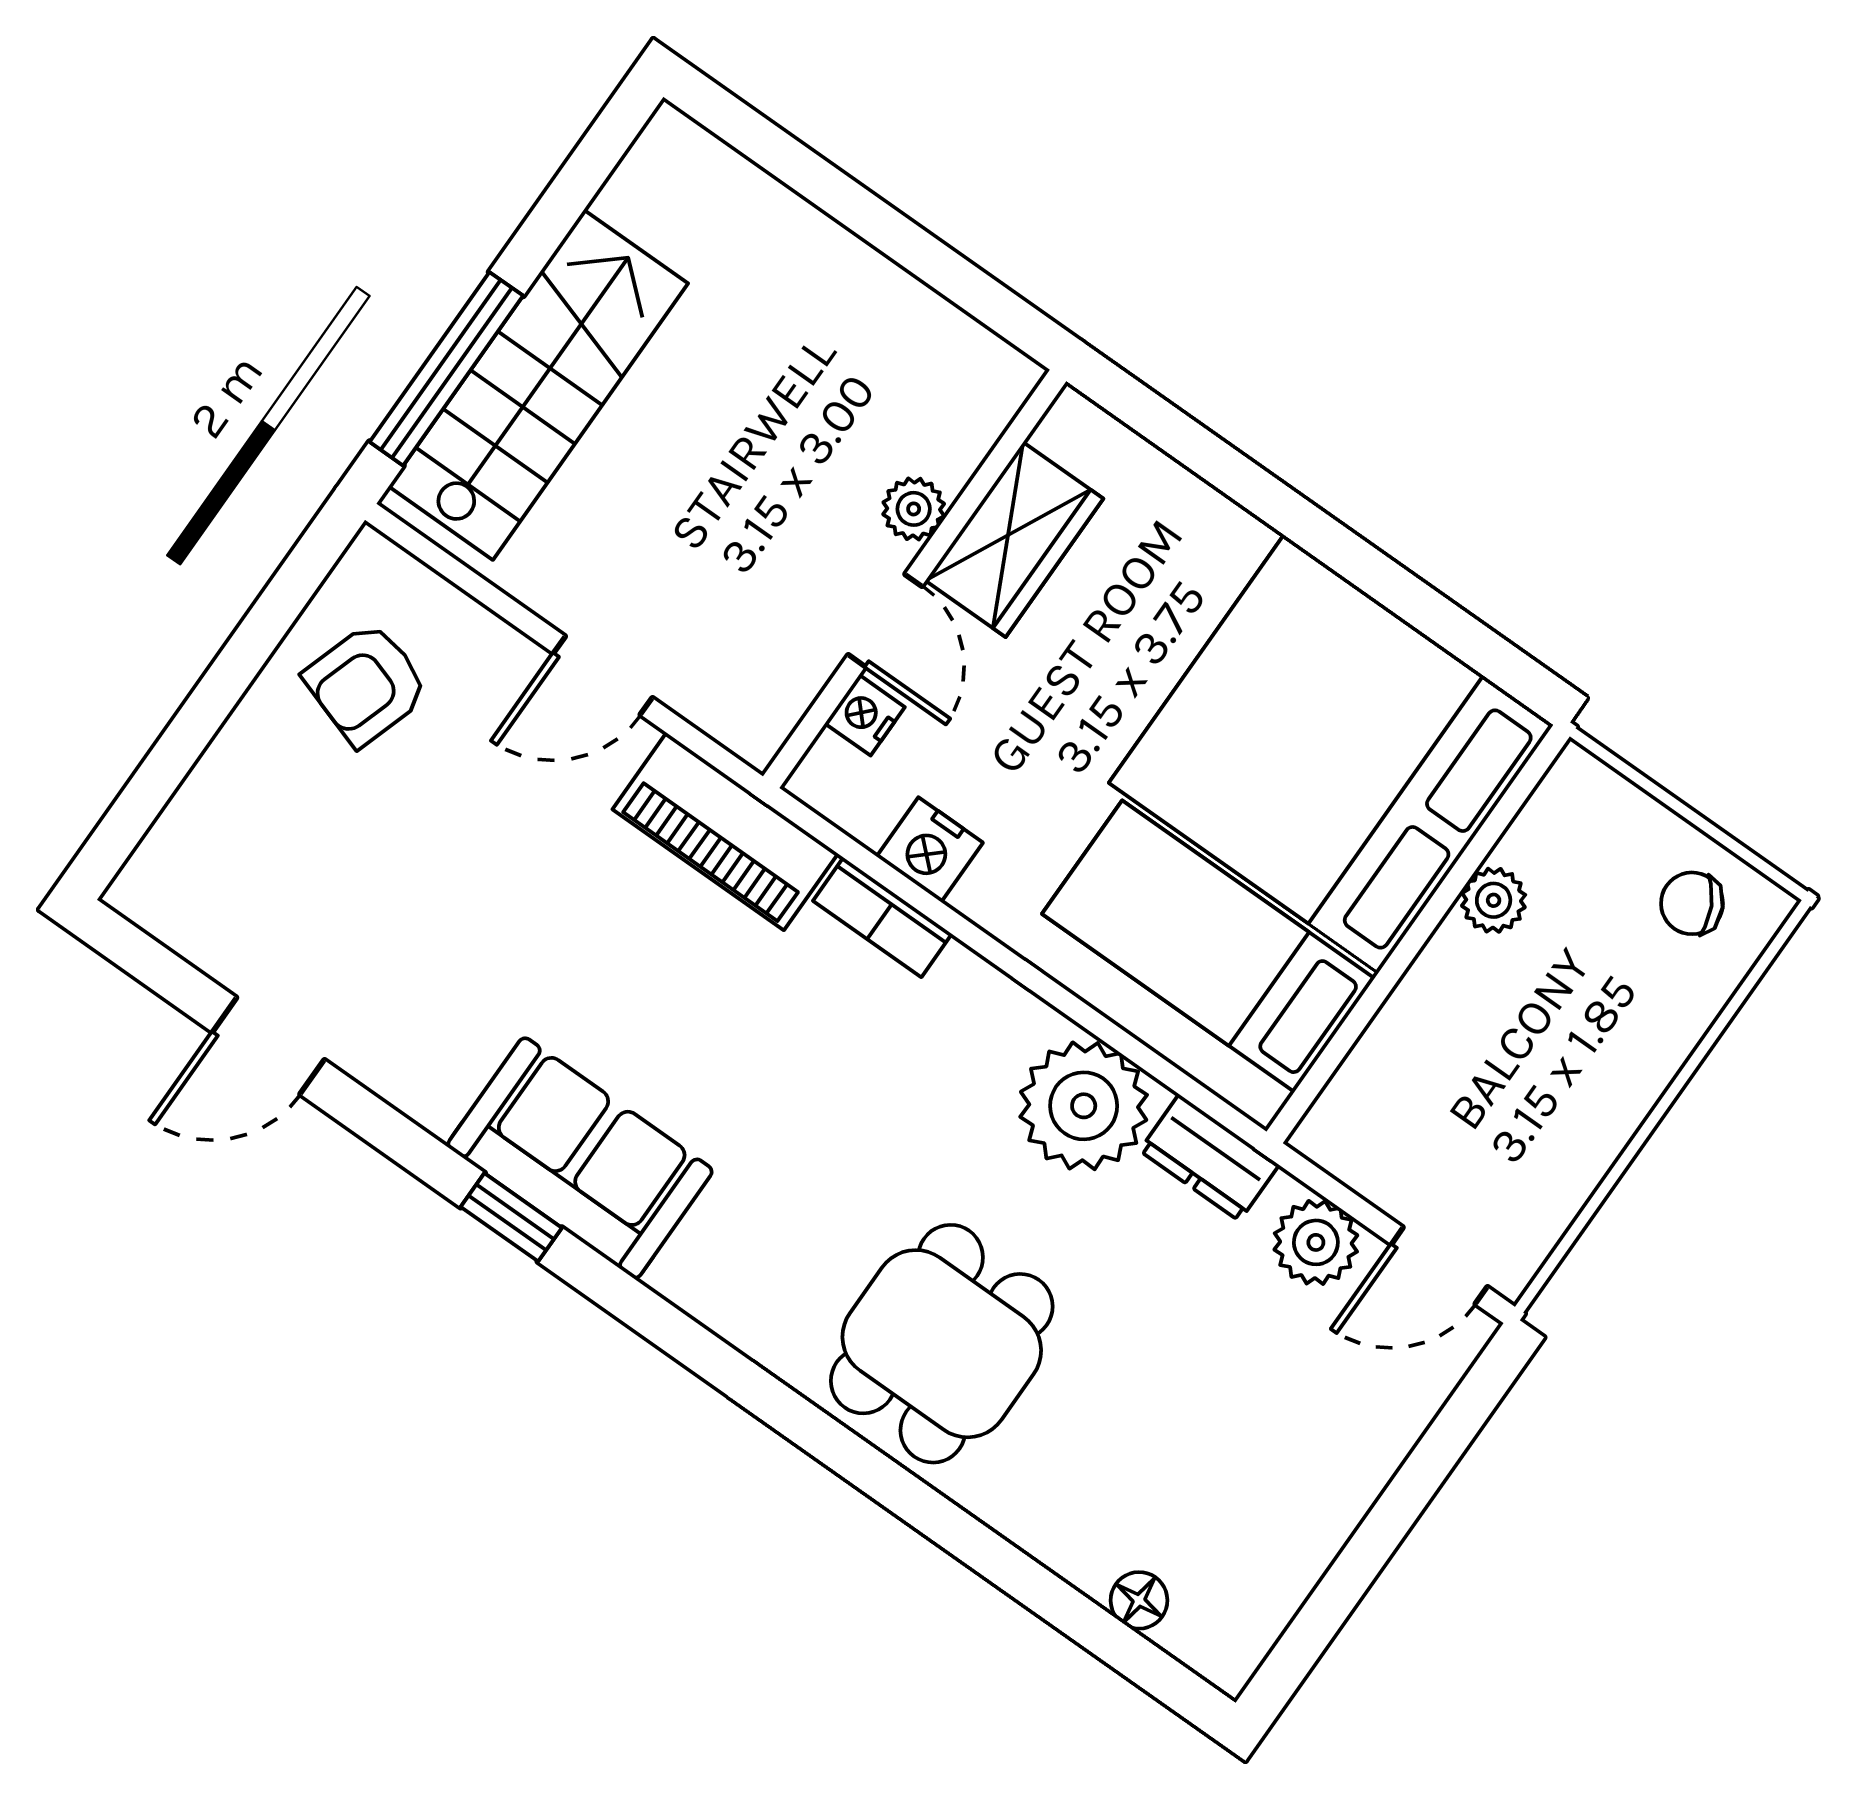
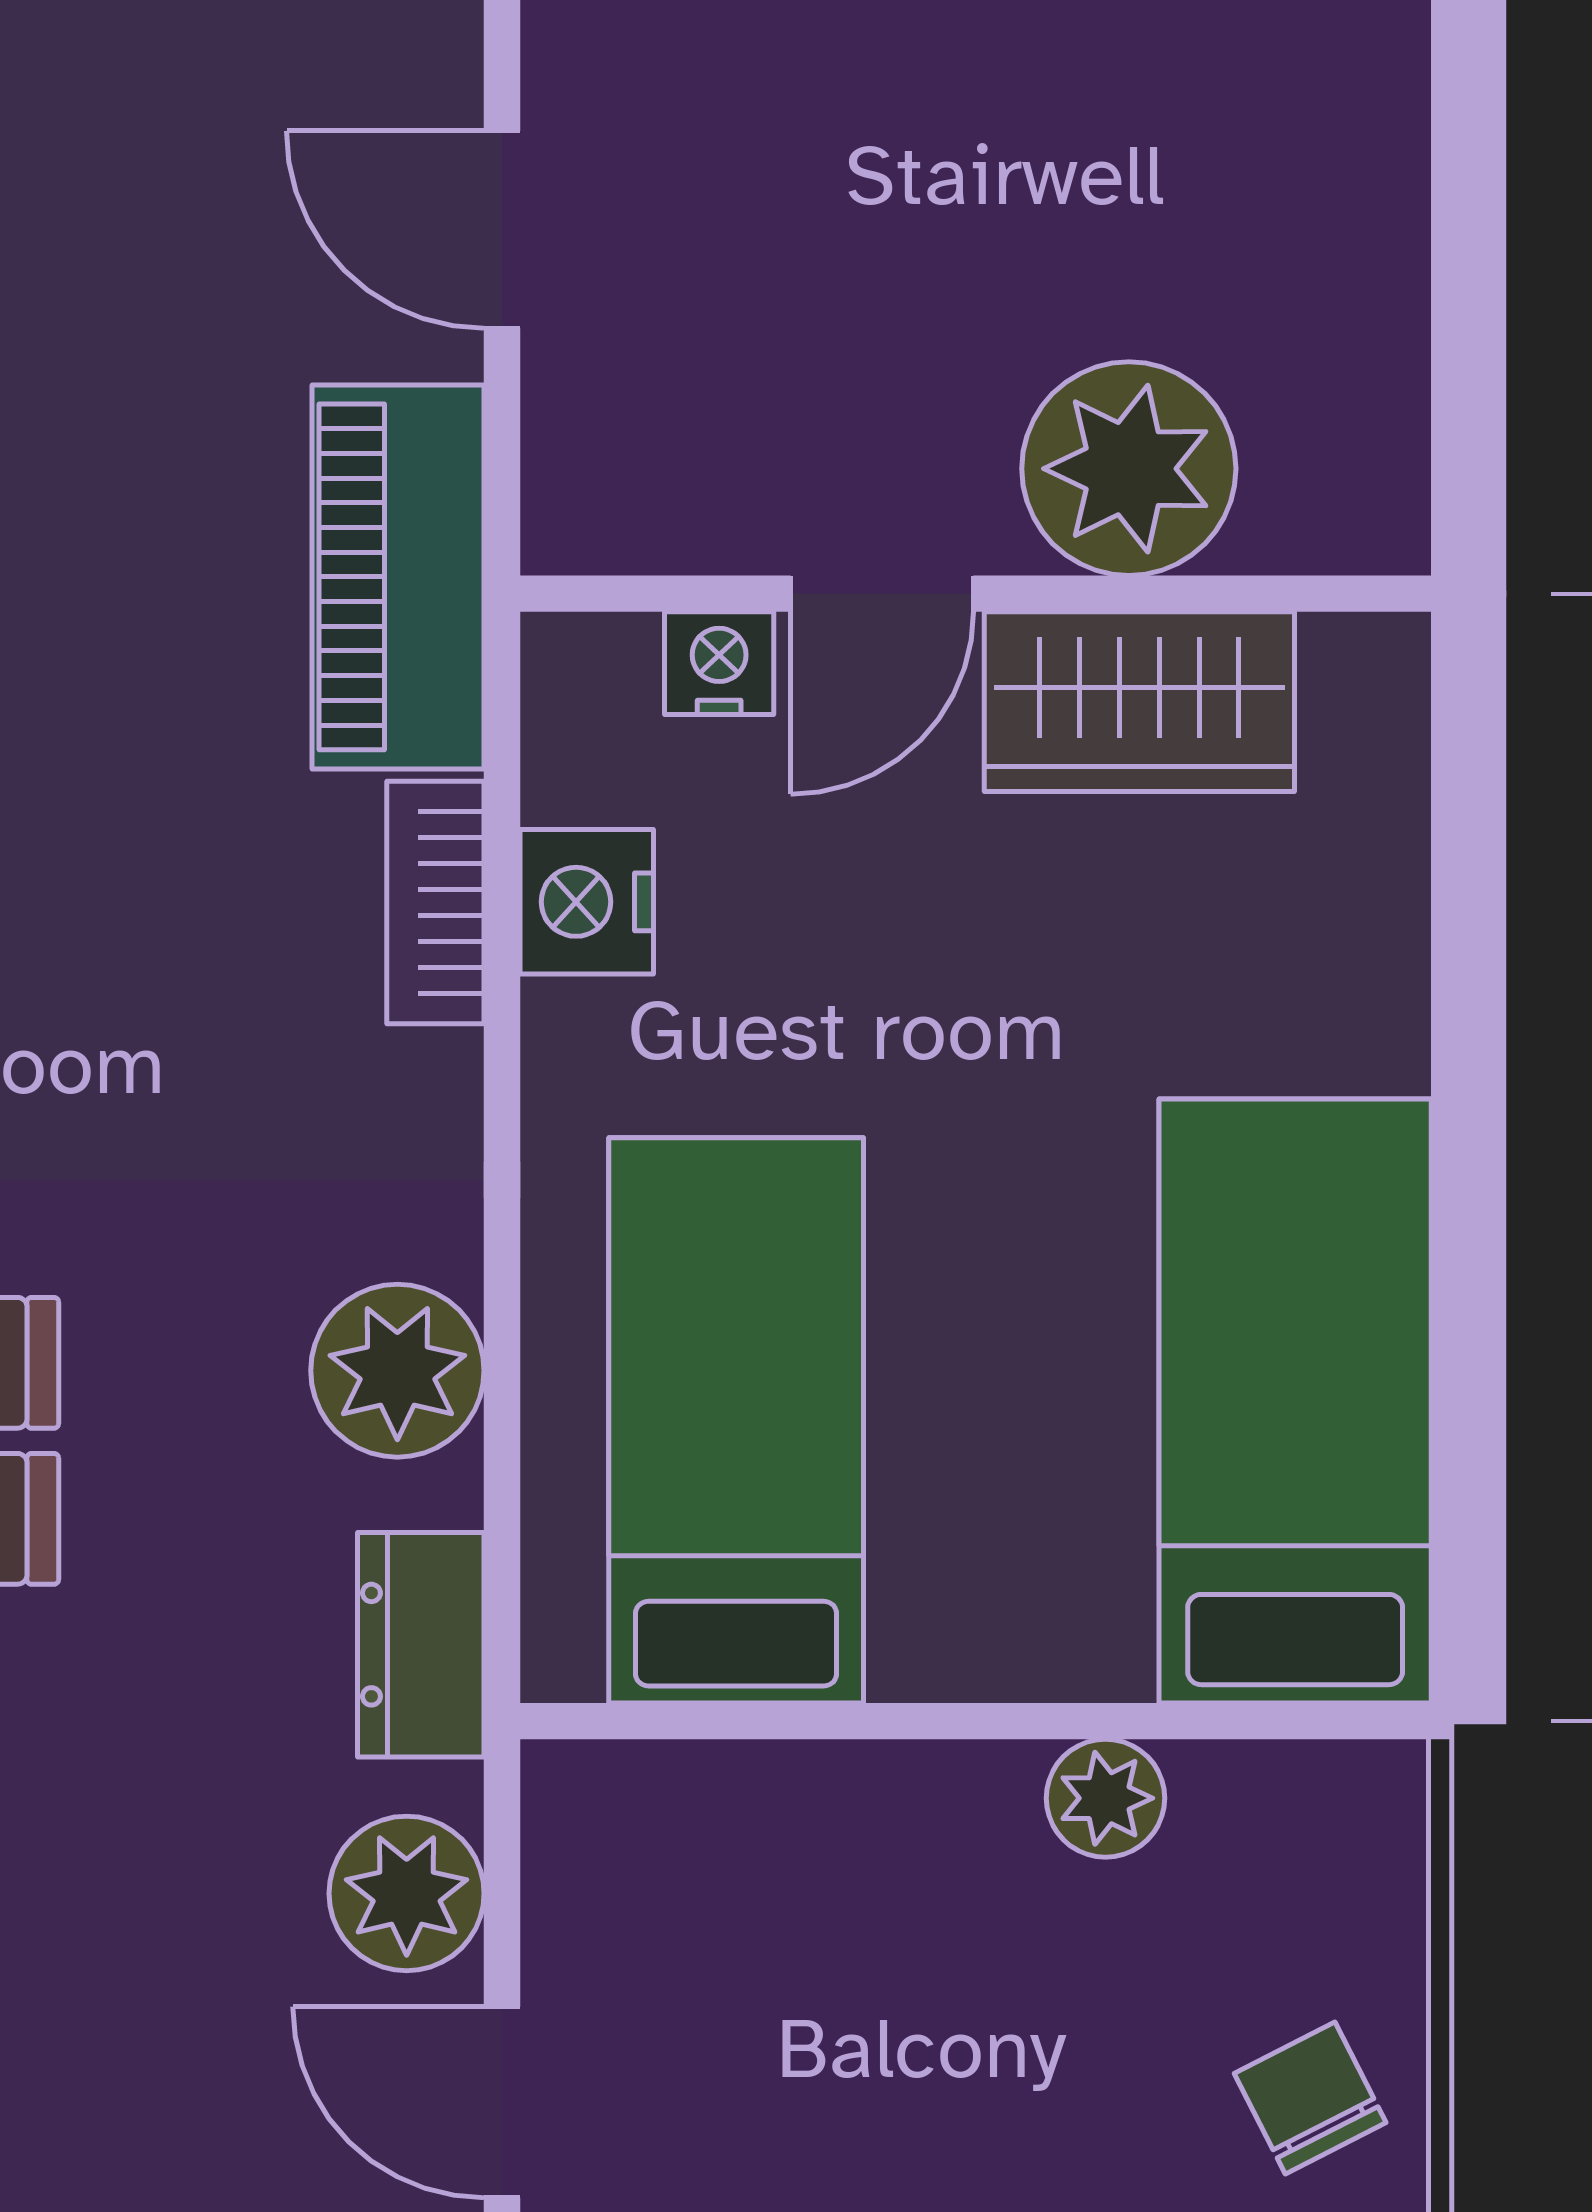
plant: (914, 509) -> (1129, 469), width x1.88, depth x1.88
bed: (1331, 754) -> (1295, 1401), width x0.49
plant: (1084, 1106) -> (397, 1371), width x0.73, depth x0.73

